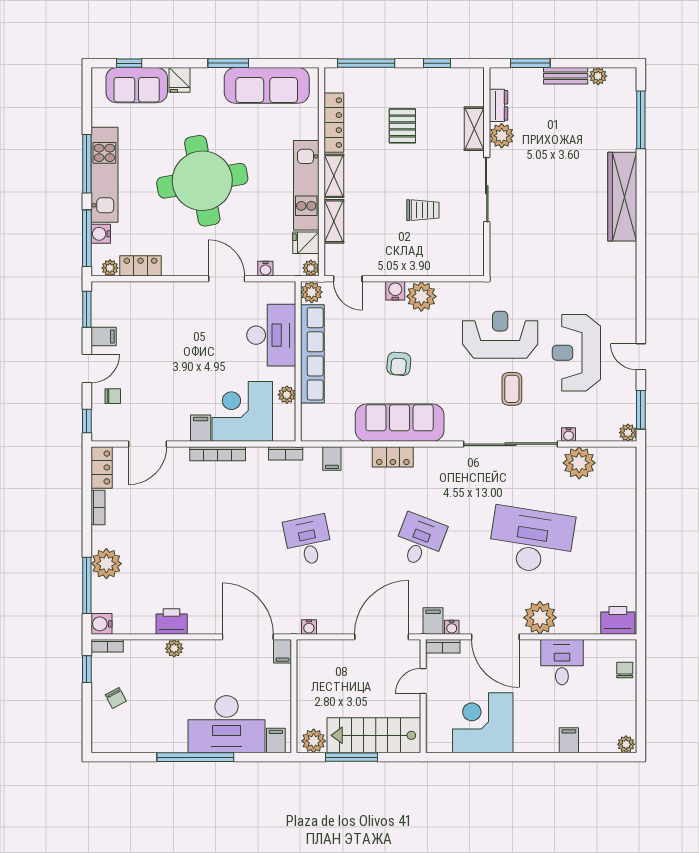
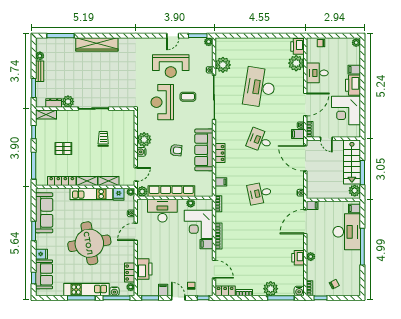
shelving: (474, 129) -> (46, 114), moved
printer: (148, 297) -> (144, 269), added
plant: (540, 618) -> (296, 63), moved
printer: (536, 737) -> (353, 85), added

